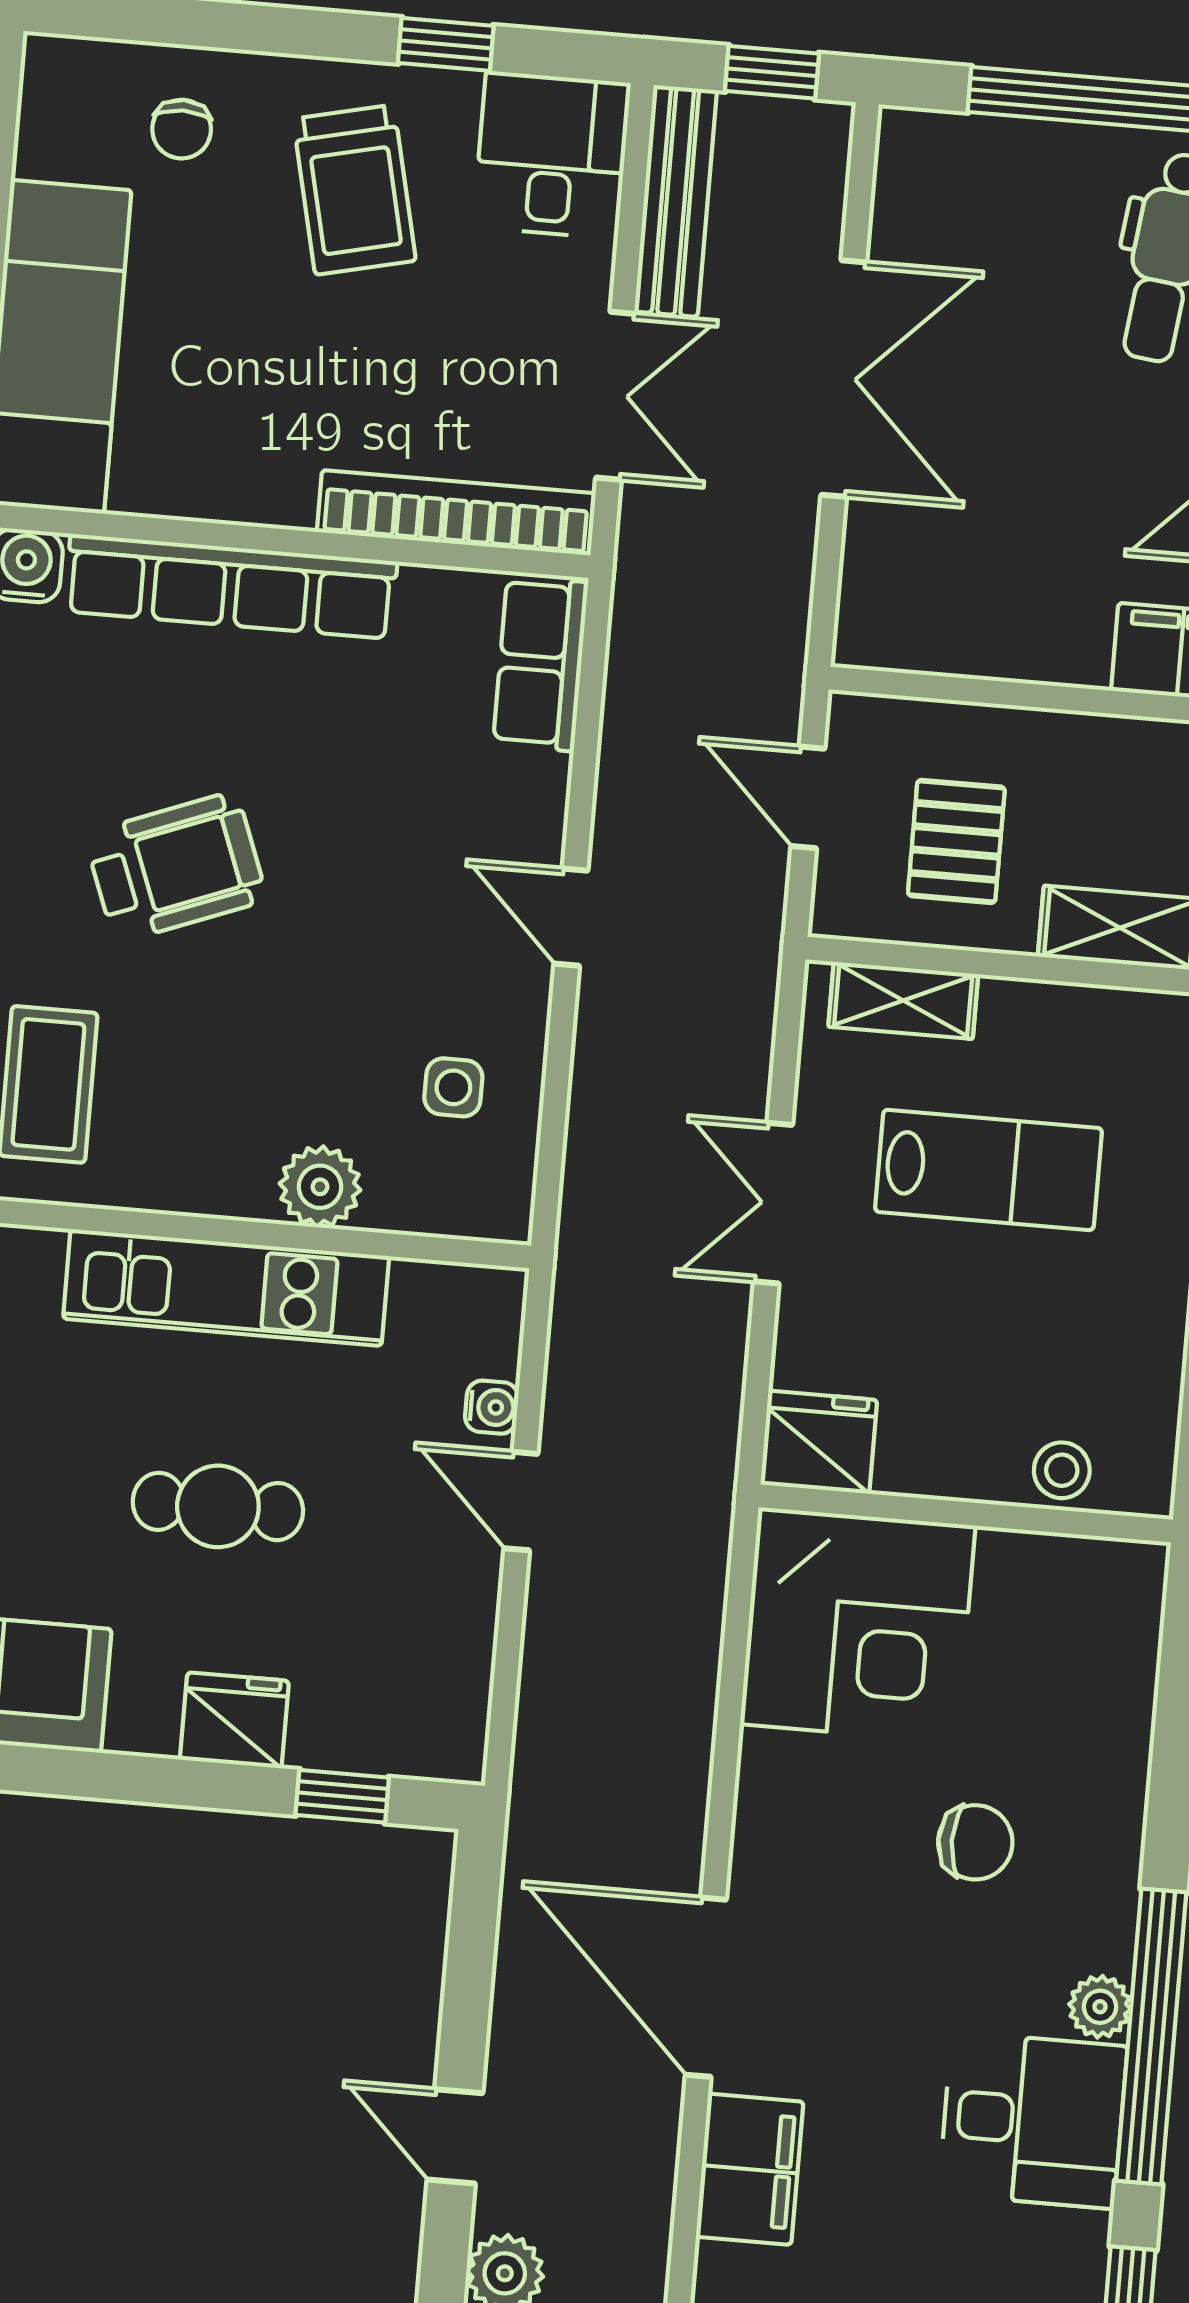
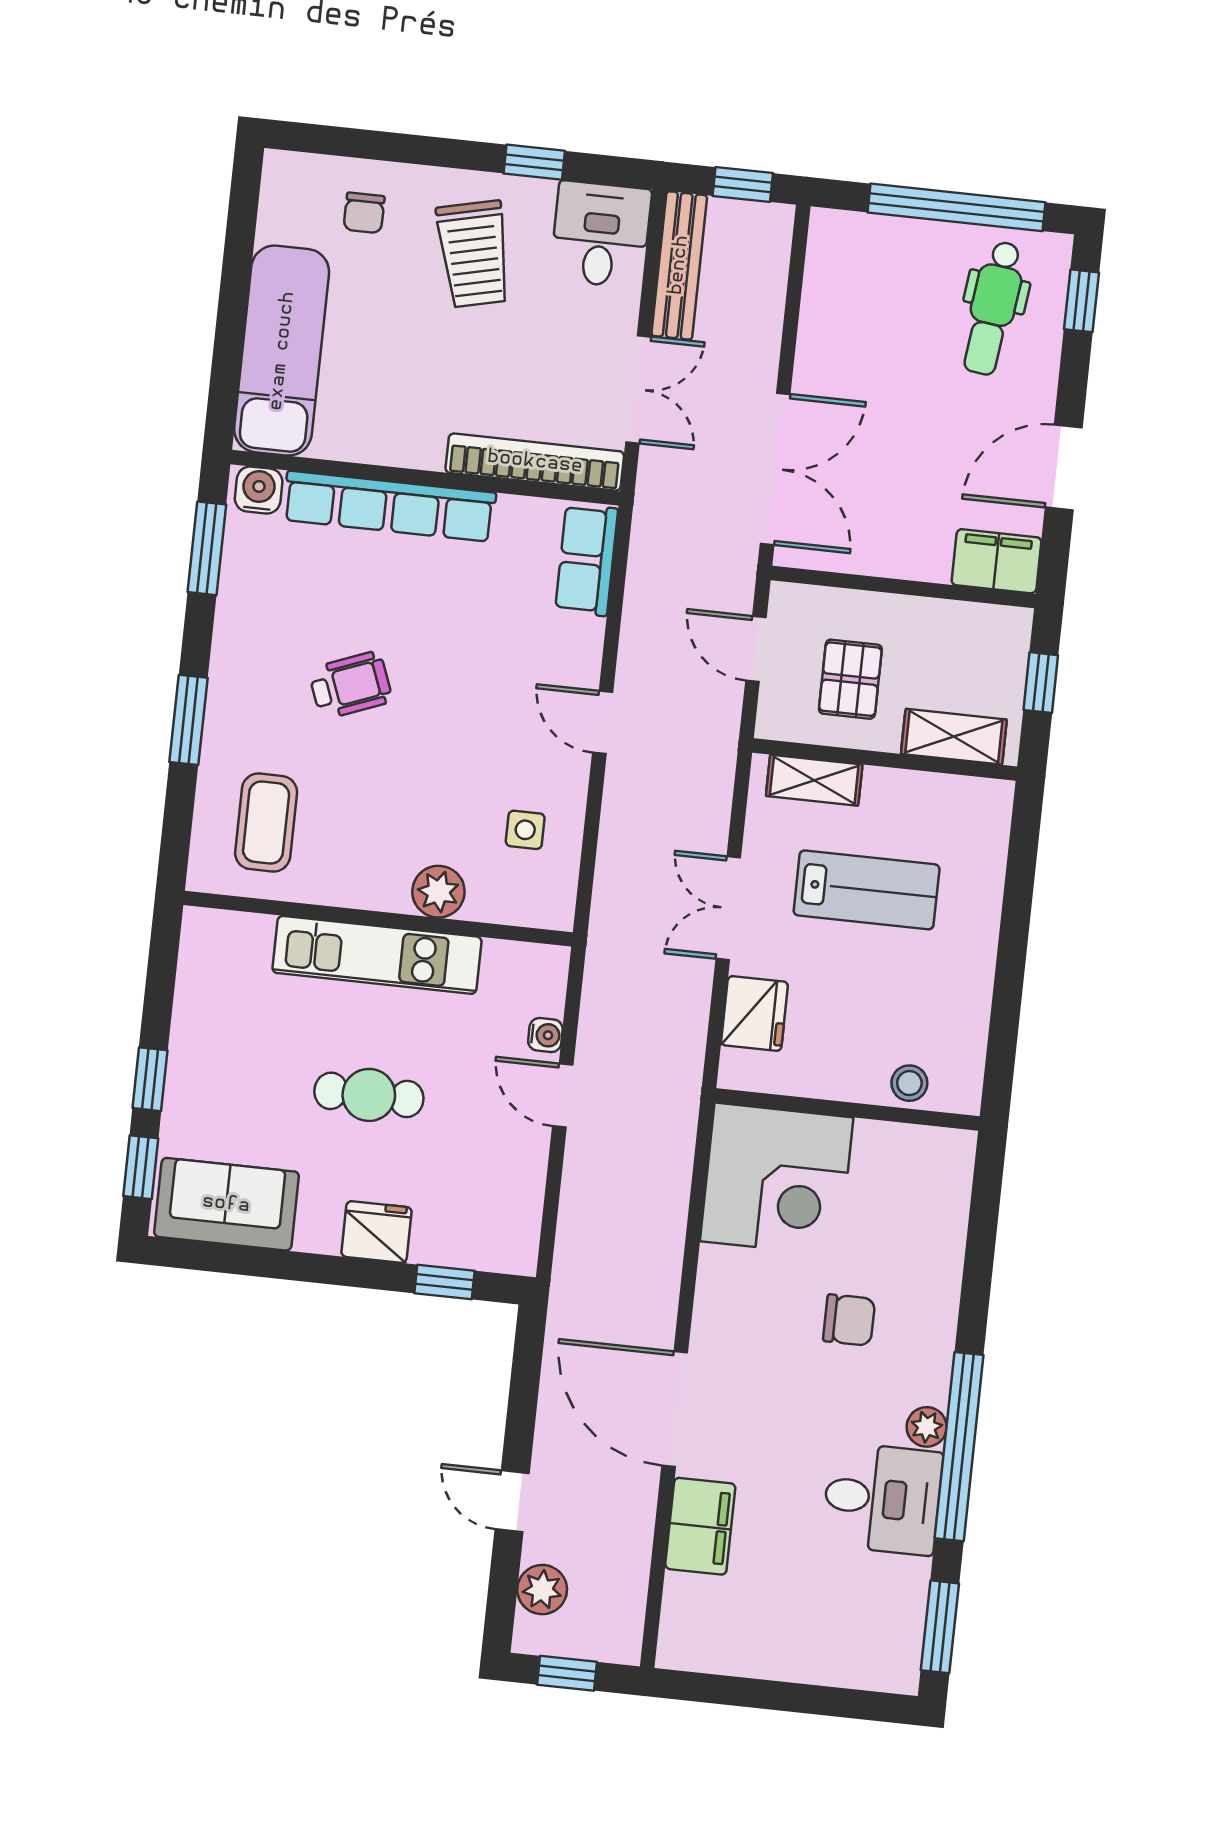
double door: (844, 379) -> (775, 469), moved
wheelchair: (176, 867) -> (350, 685), width x0.73, depth x0.73
fridge: (819, 1442) -> (755, 1014), moved, turned 90

